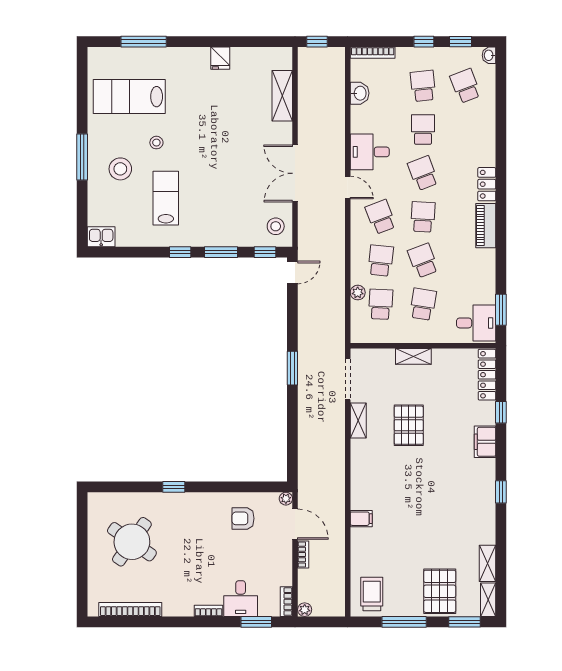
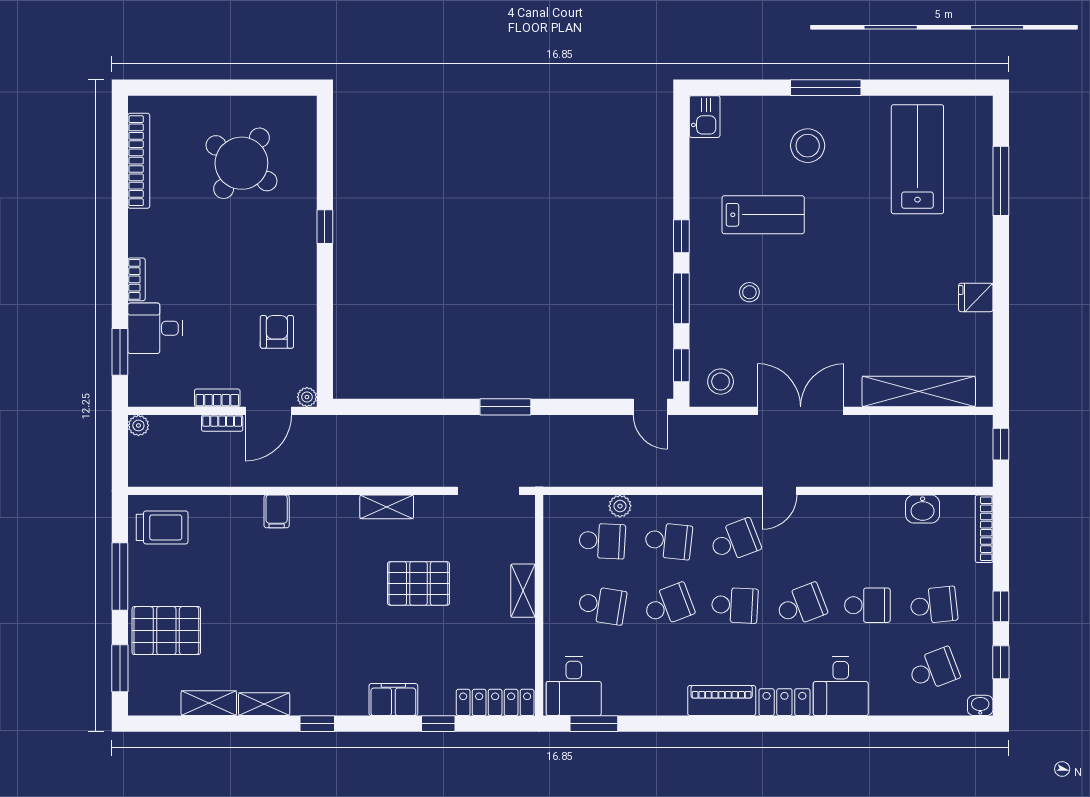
shelving: (282, 96) -> (919, 392), width x1.47
stool: (156, 143) -> (749, 292), moved
desk: (370, 152) -> (841, 686), moved, turned 180
shelving: (358, 420) -> (387, 507), moved
shelving: (488, 600) -> (264, 704), moved
bookcase: (286, 602) -> (217, 398), moved

